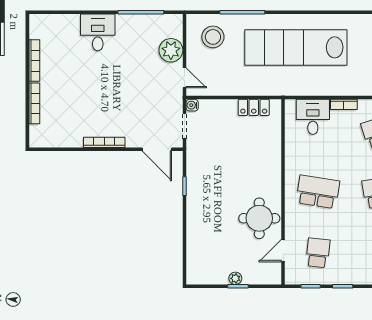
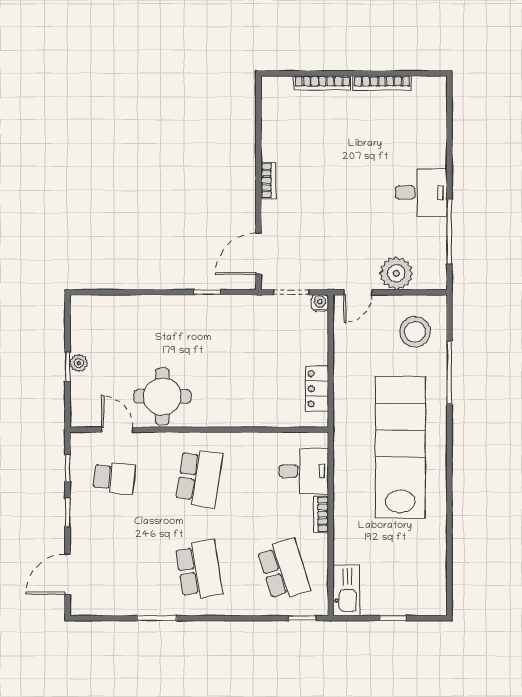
desk: (98, 32) -> (421, 193), moved
bookcase: (104, 142) -> (268, 180), width x0.64

